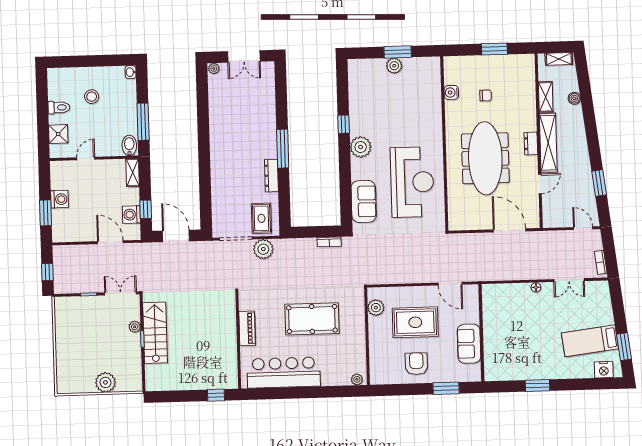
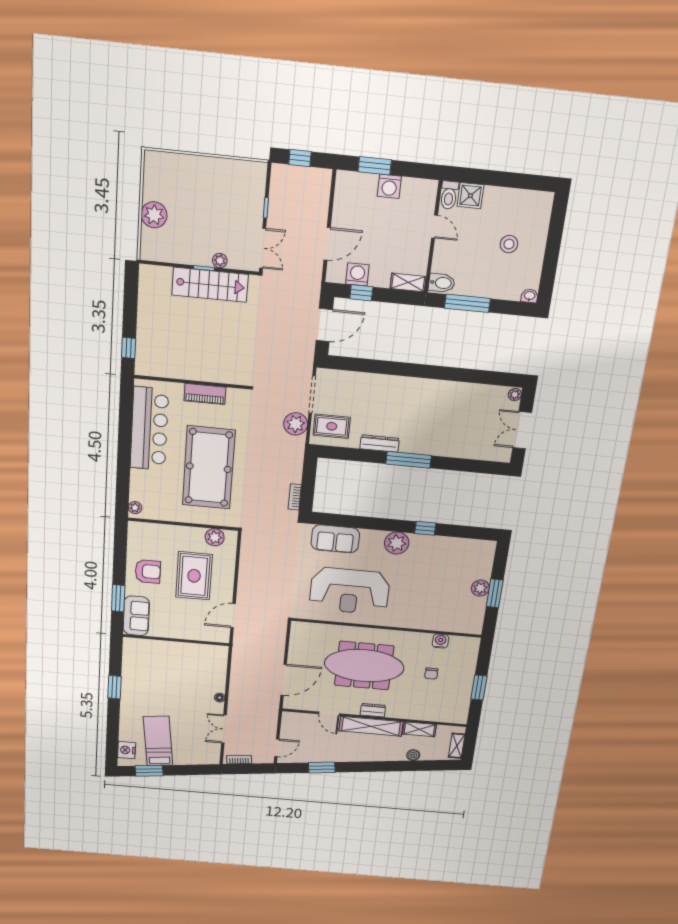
toilet: (59, 107) -> (449, 195), moved
pool table: (312, 319) -> (209, 468), width x1.36, depth x1.32
sofa: (469, 344) -> (136, 616), moved, turned 90

